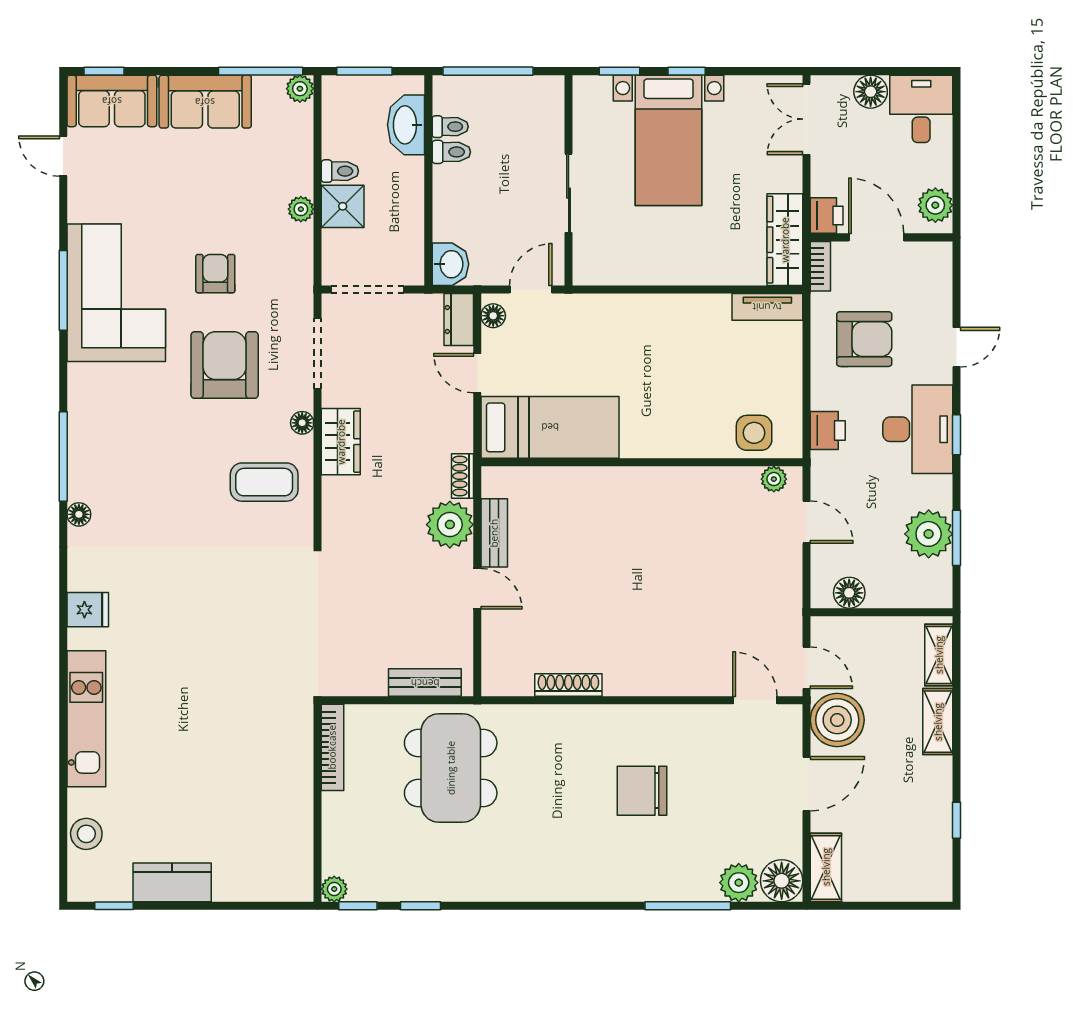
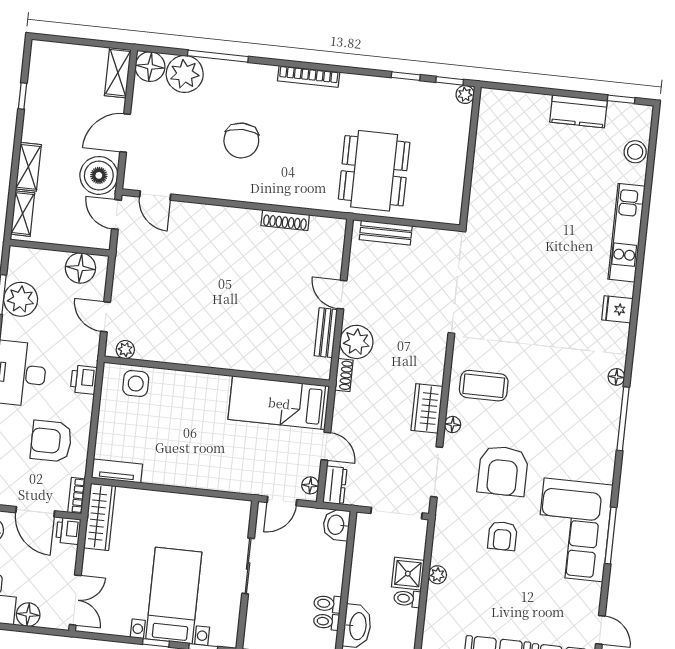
floor lamp: (849, 593) -> (80, 268), width x1.38, depth x1.38
bookcase: (332, 747) -> (309, 76), moved, turned -90
chair: (642, 791) -> (241, 140), turned 90
plant: (739, 883) -> (185, 74), width x1.36, depth x1.36

